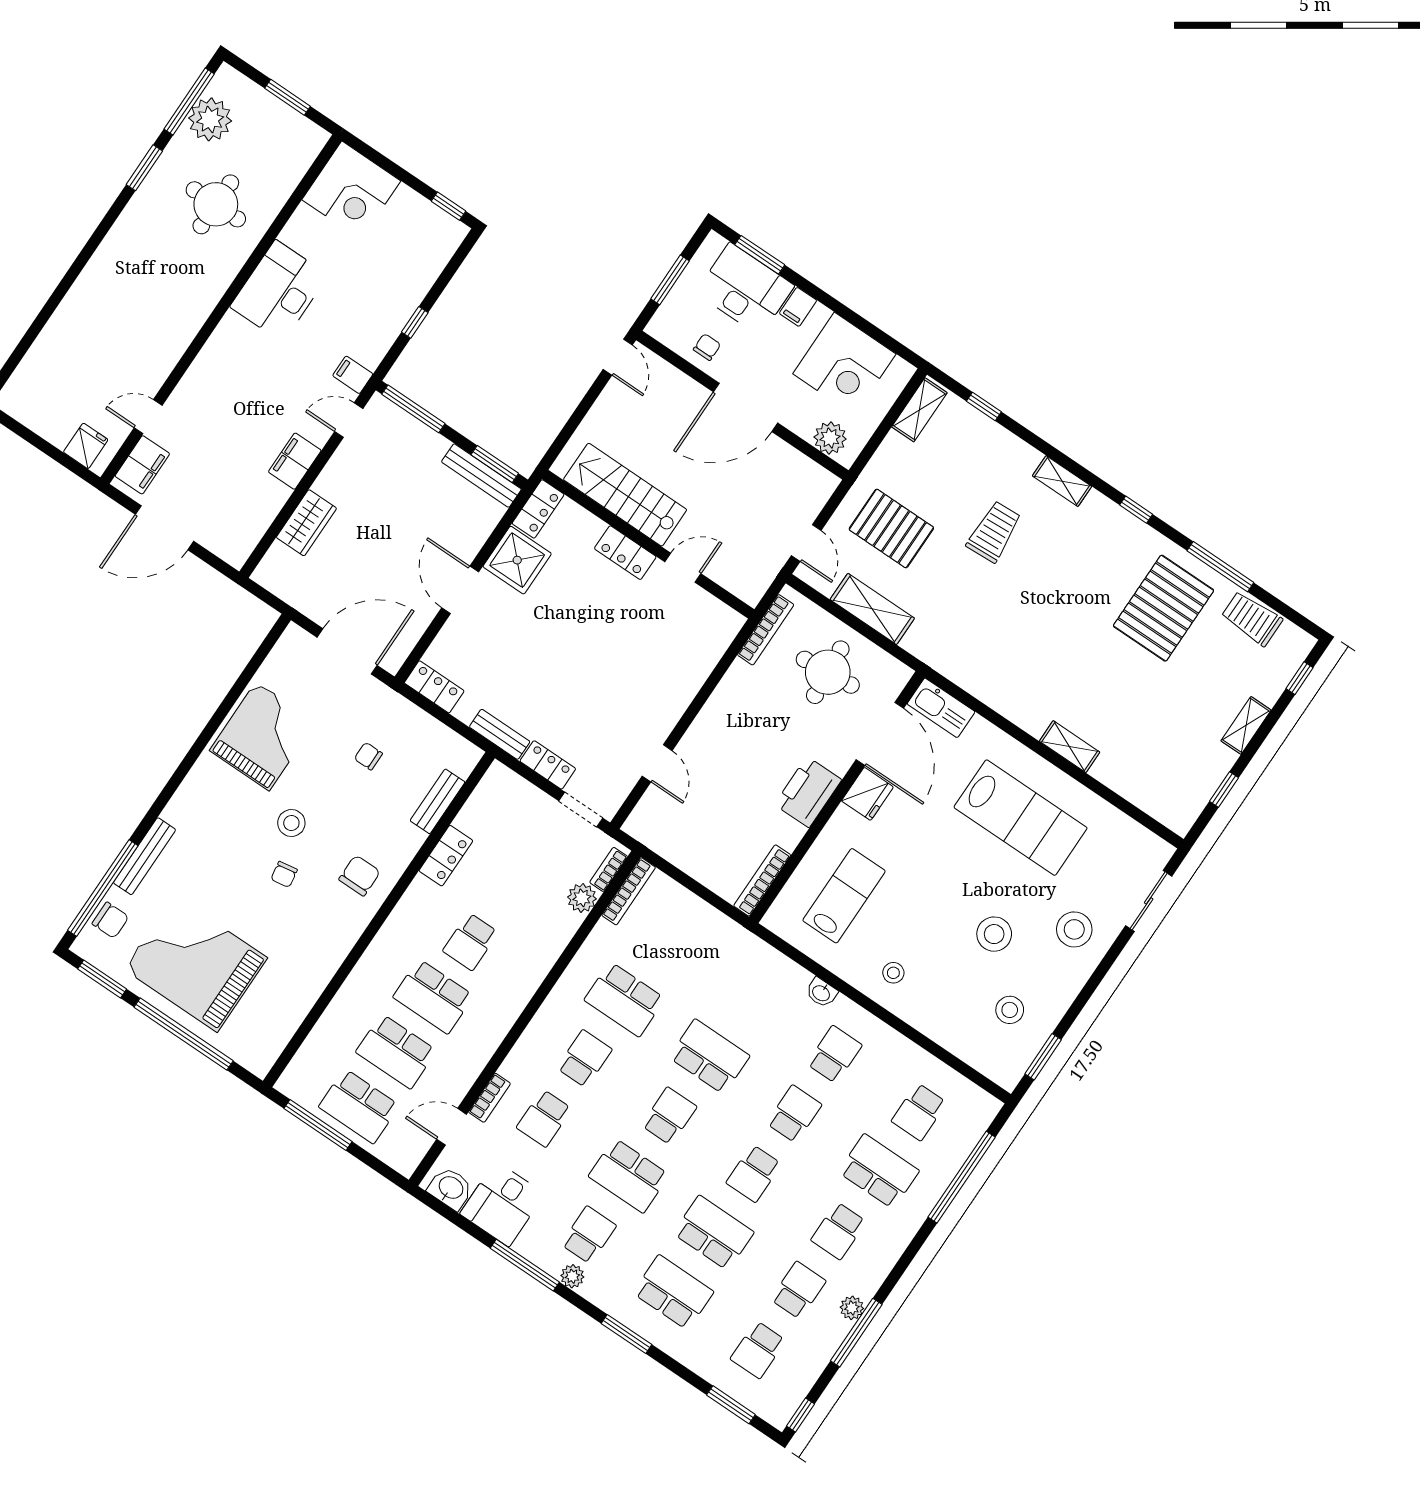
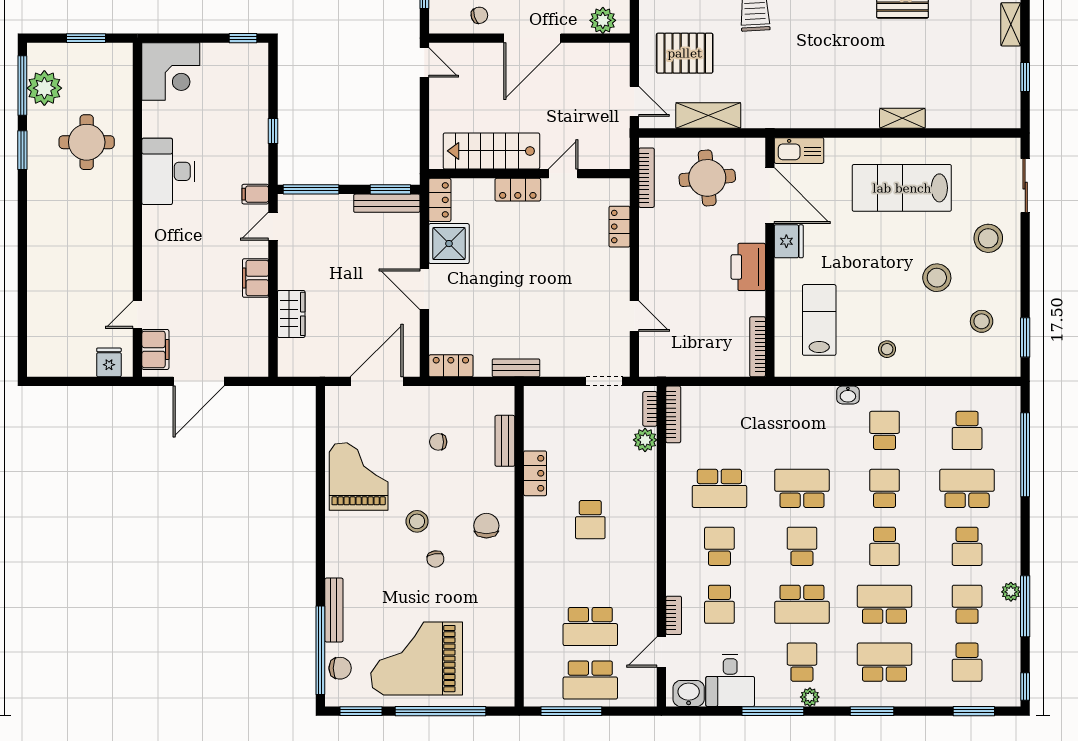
chair: (707, 347) -> (479, 15), turned 72
locker: (548, 765) -> (619, 227), moved, turned -90
lab bench: (1021, 818) -> (902, 188), turned 180
school desk: (433, 996) -> (590, 573), removed

